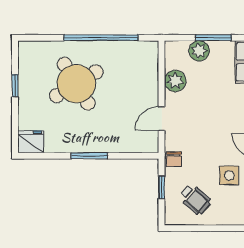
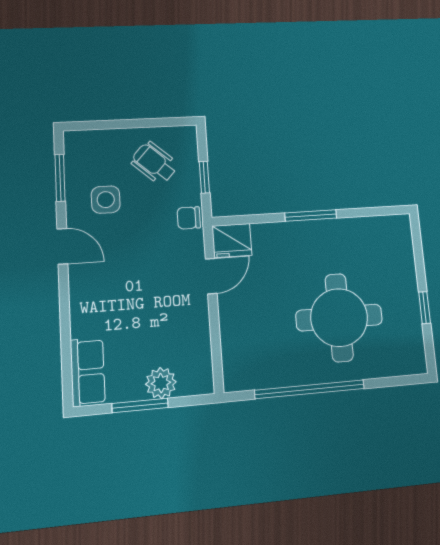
plant: (175, 81) -> (195, 334), removed
round table: (76, 84) -> (339, 318), turned 31
fridge: (31, 142) -> (232, 241), moved
chair: (174, 159) -> (189, 218), turned -90

